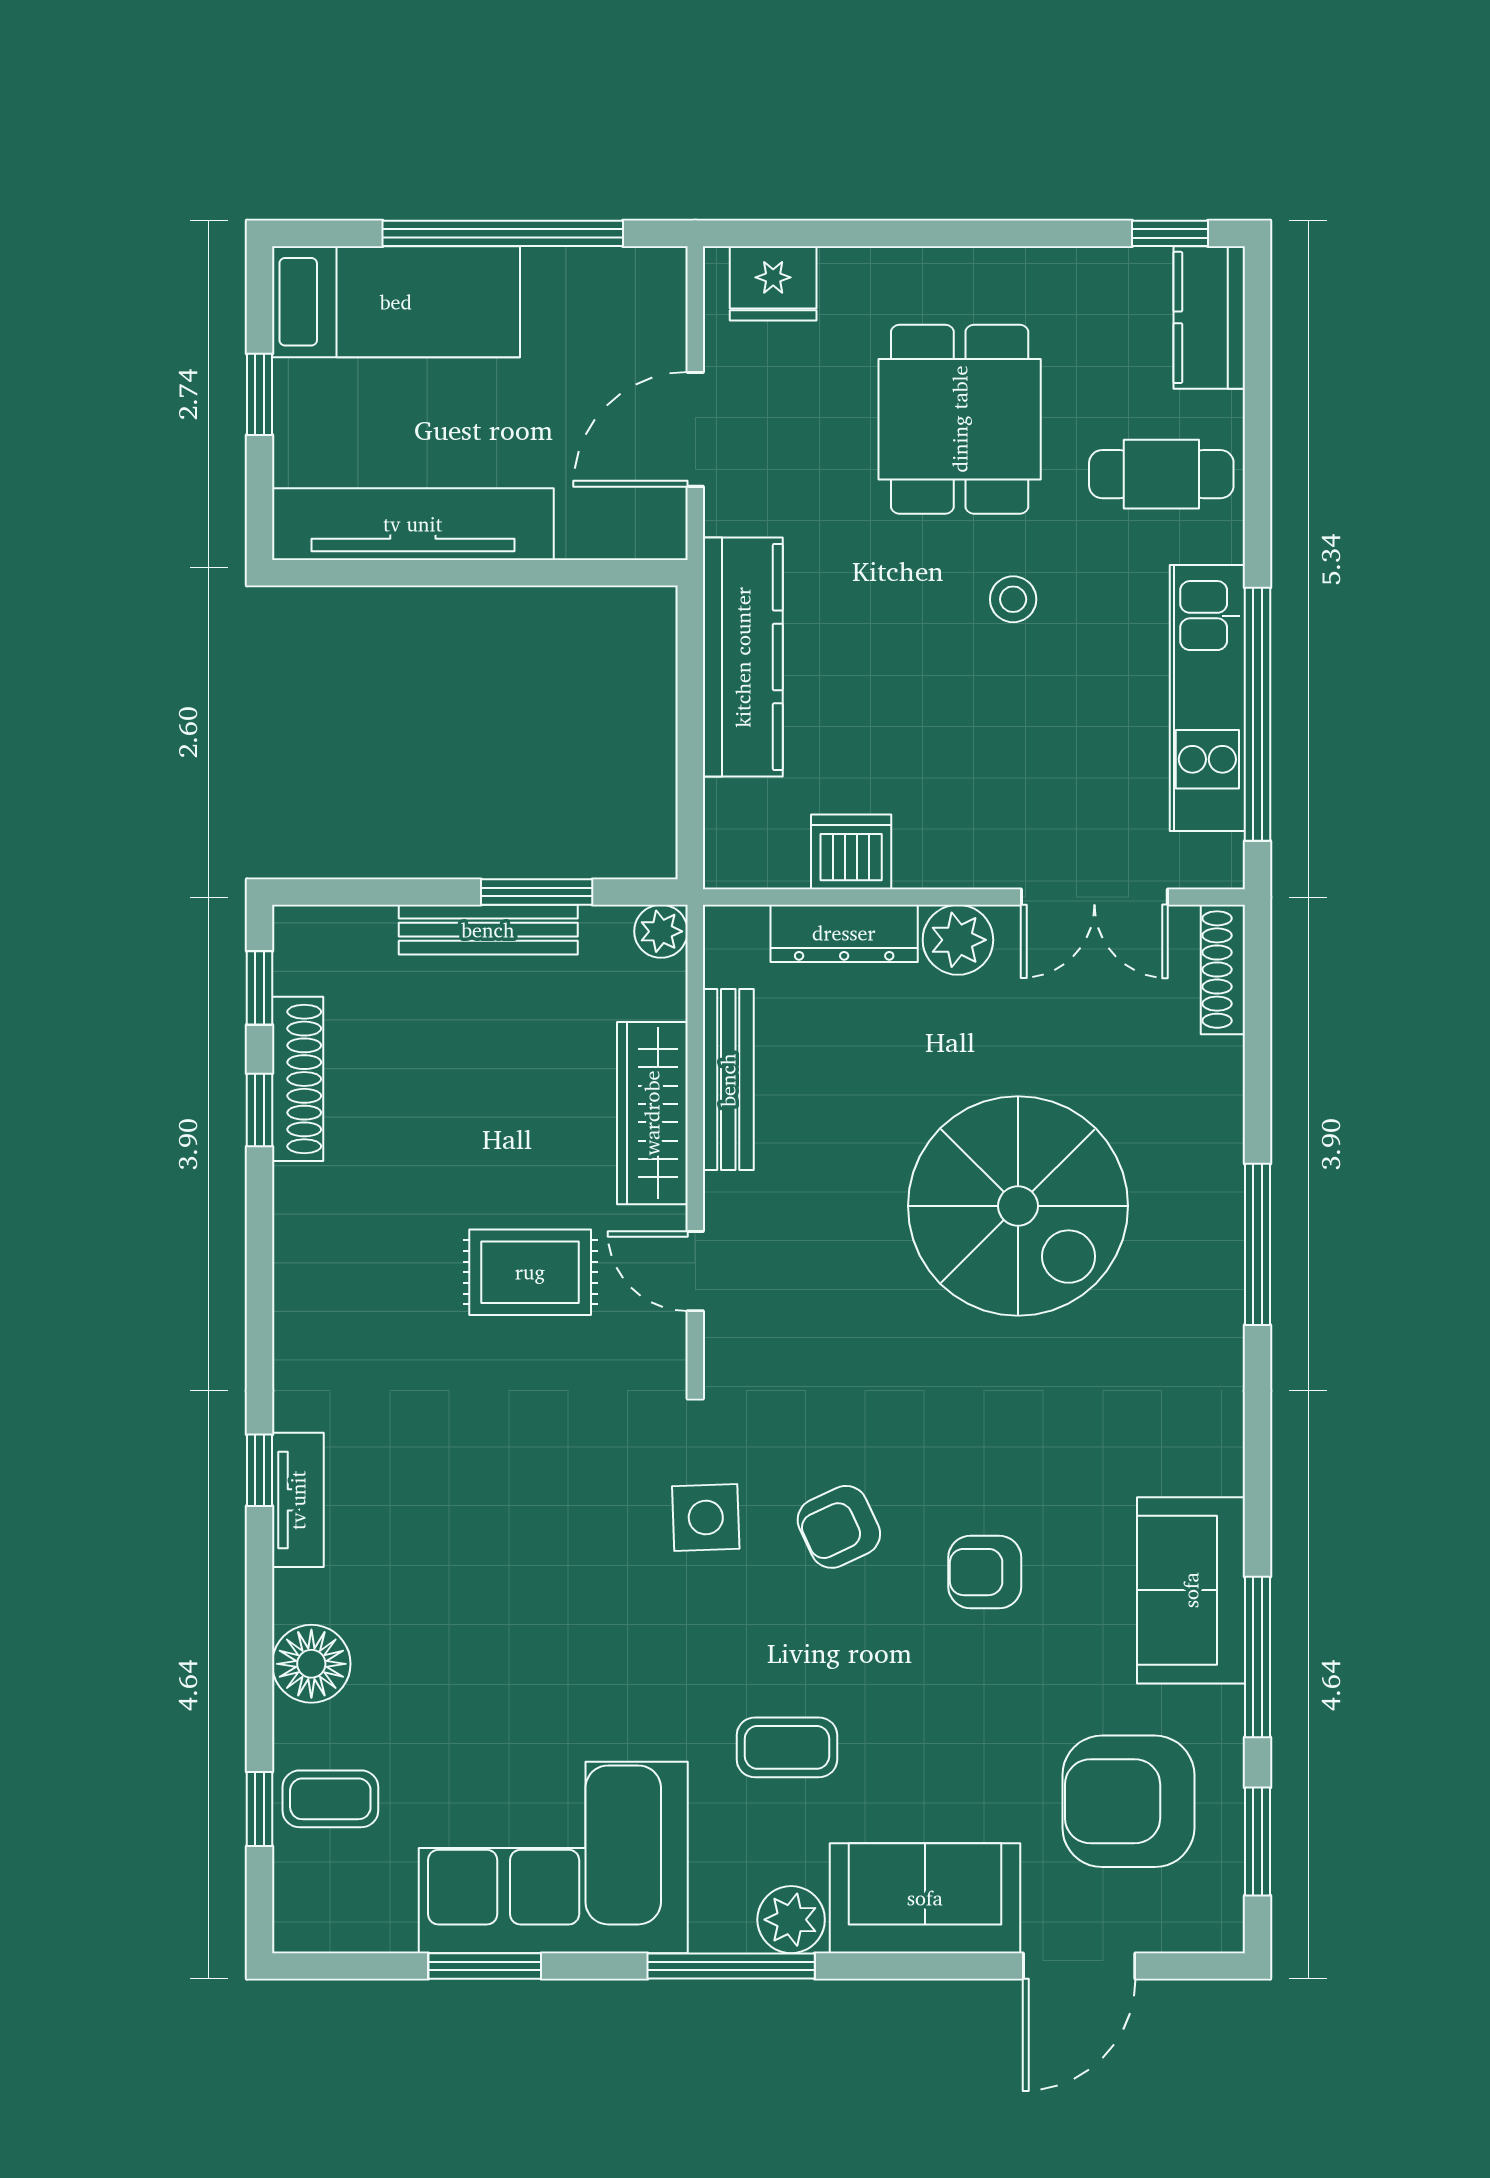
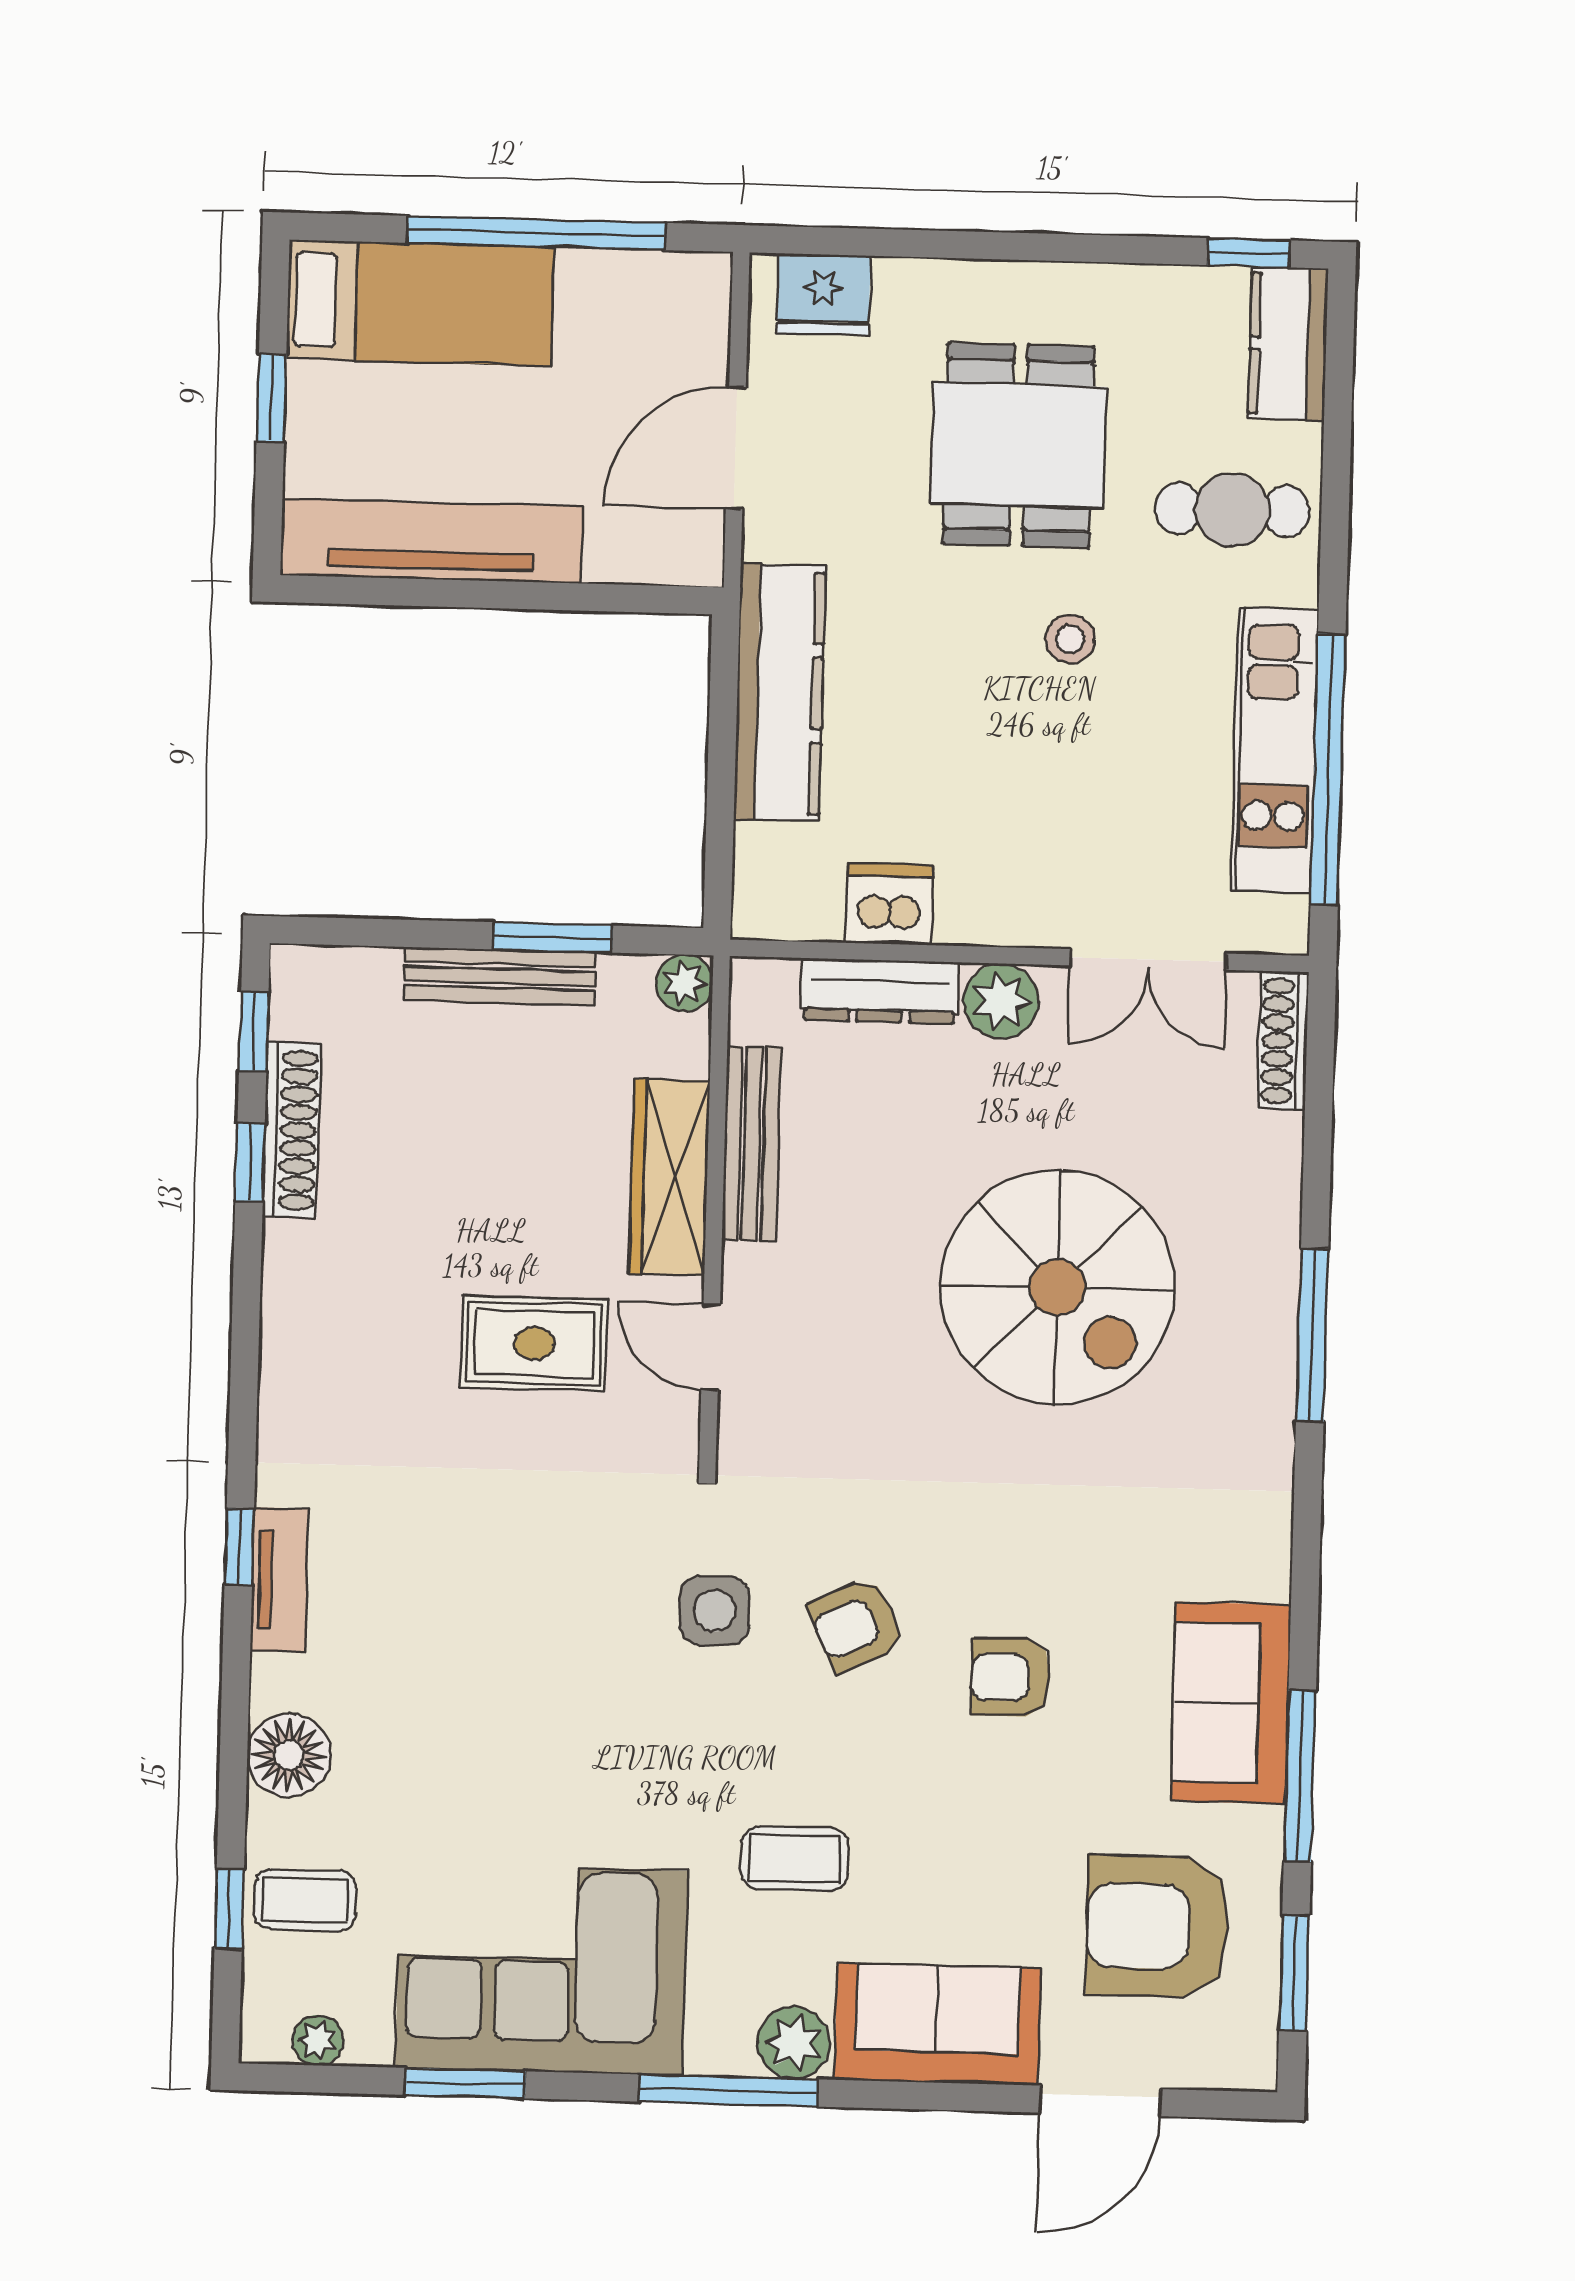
plant: (346, 1930) -> (318, 2040), added

